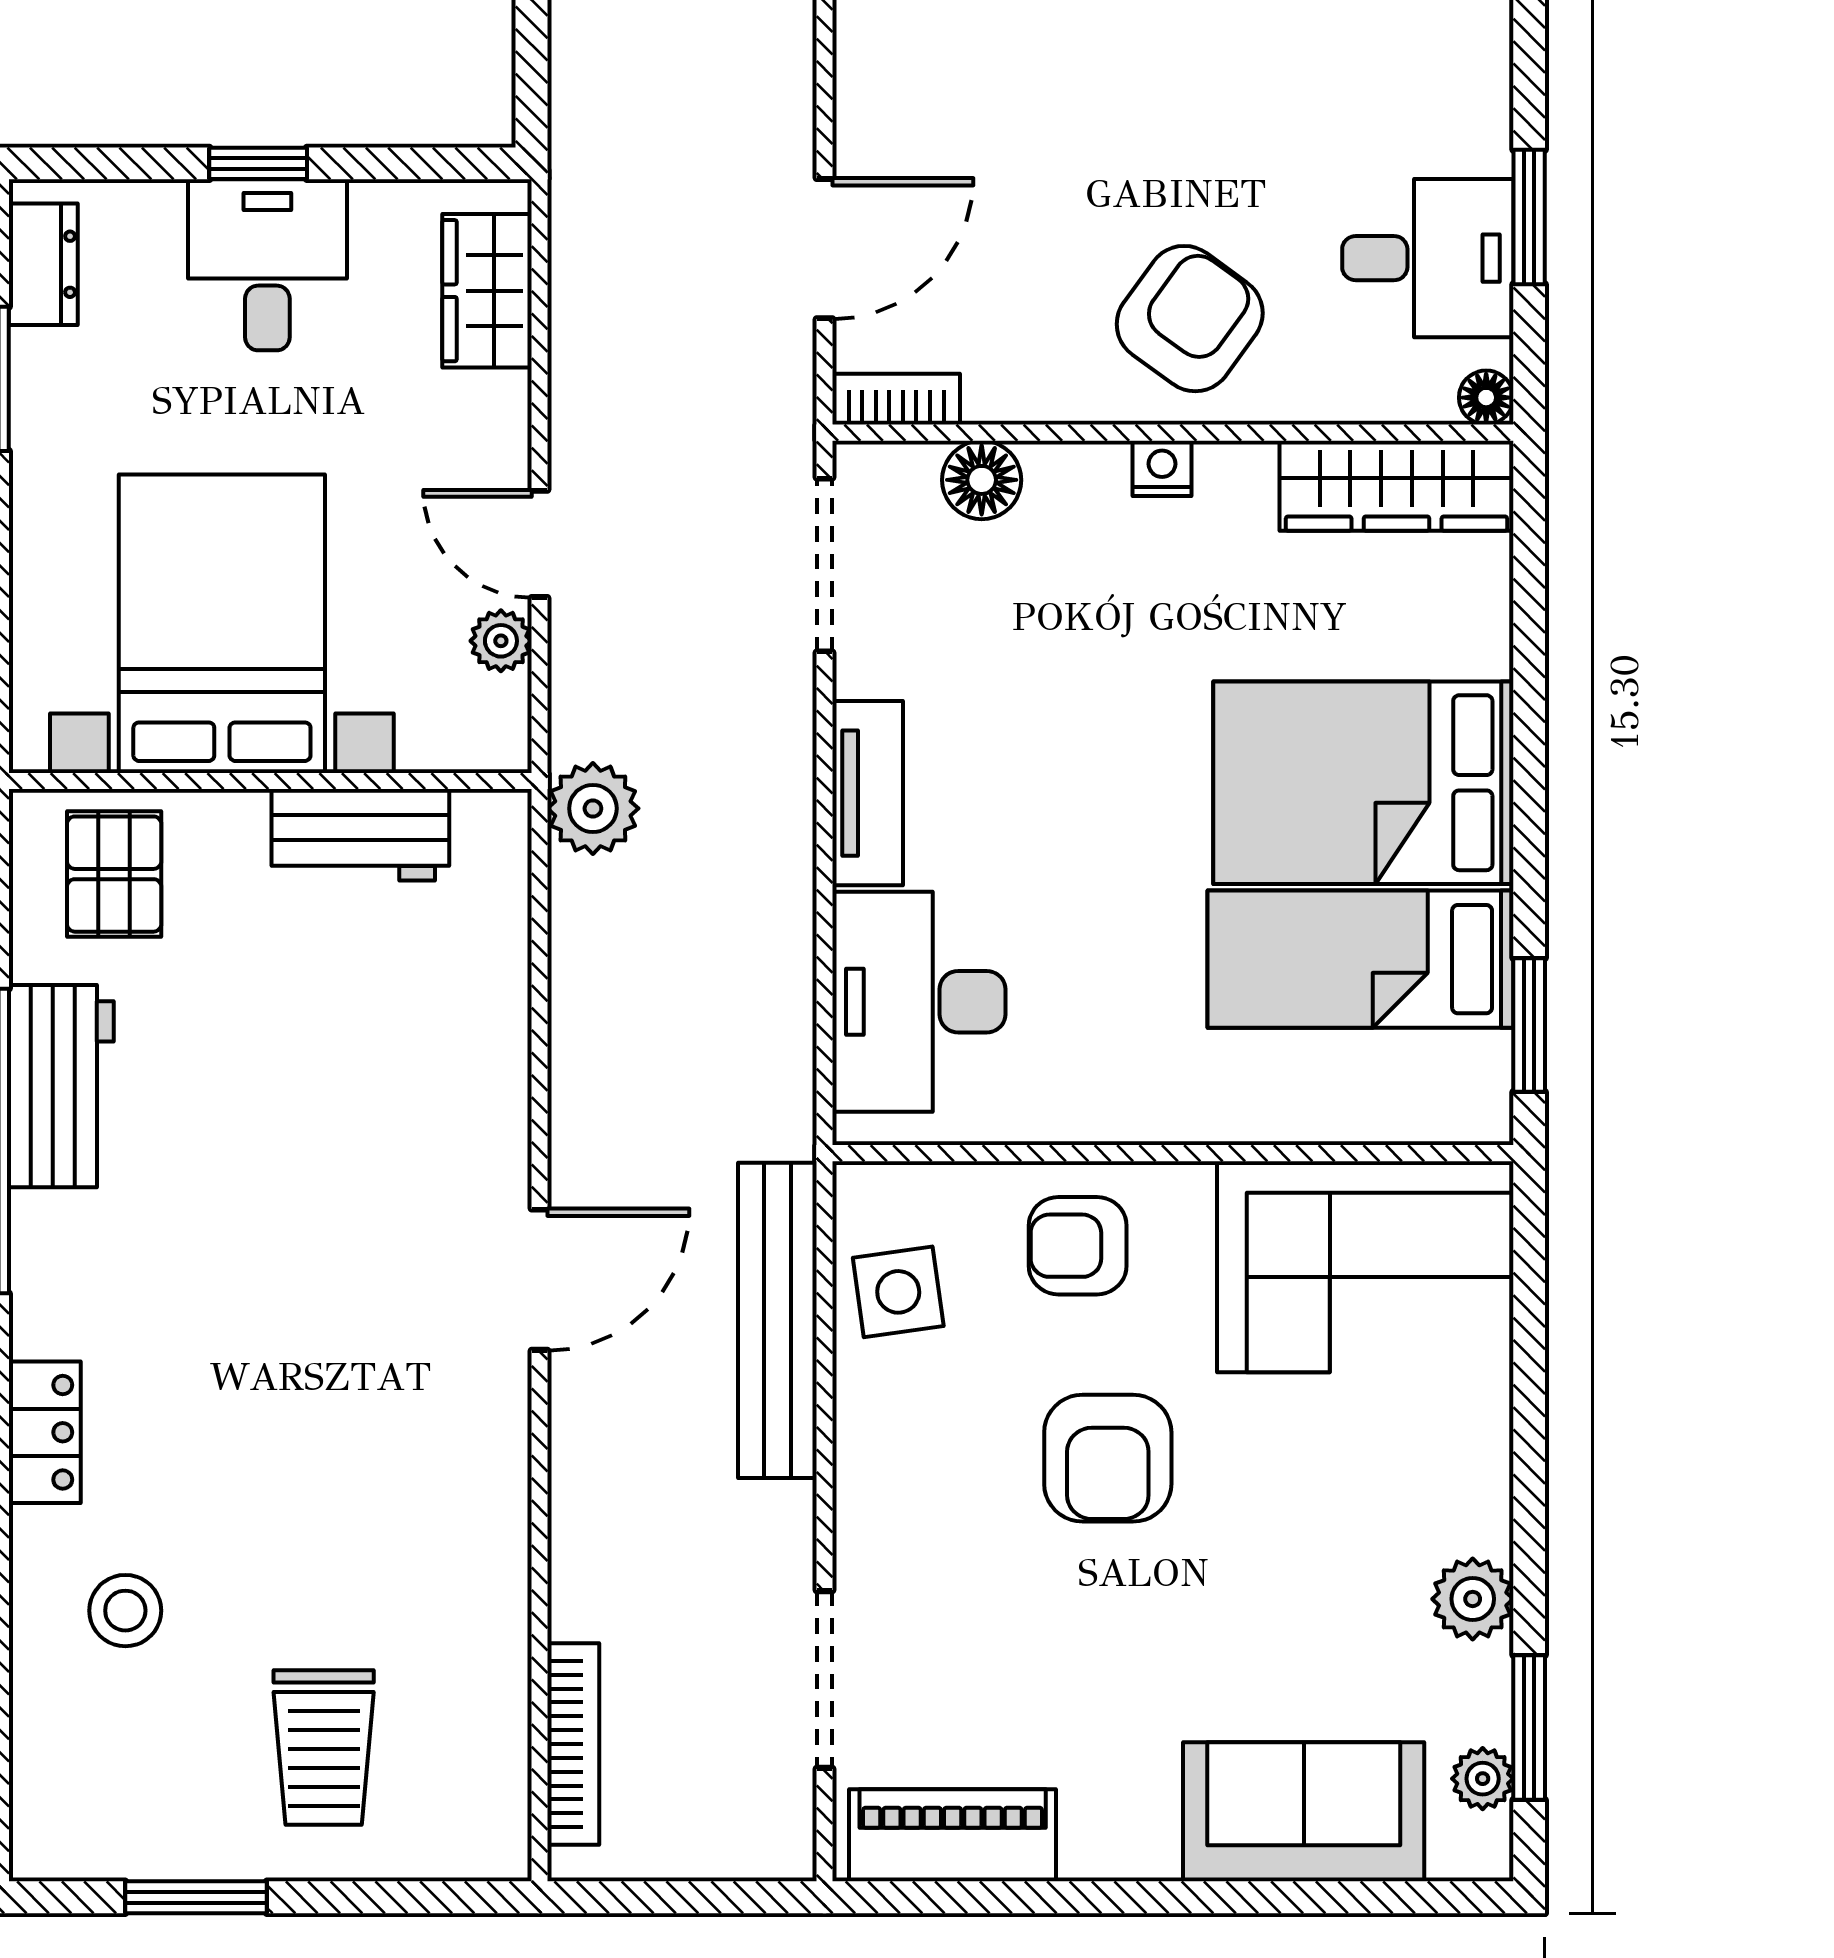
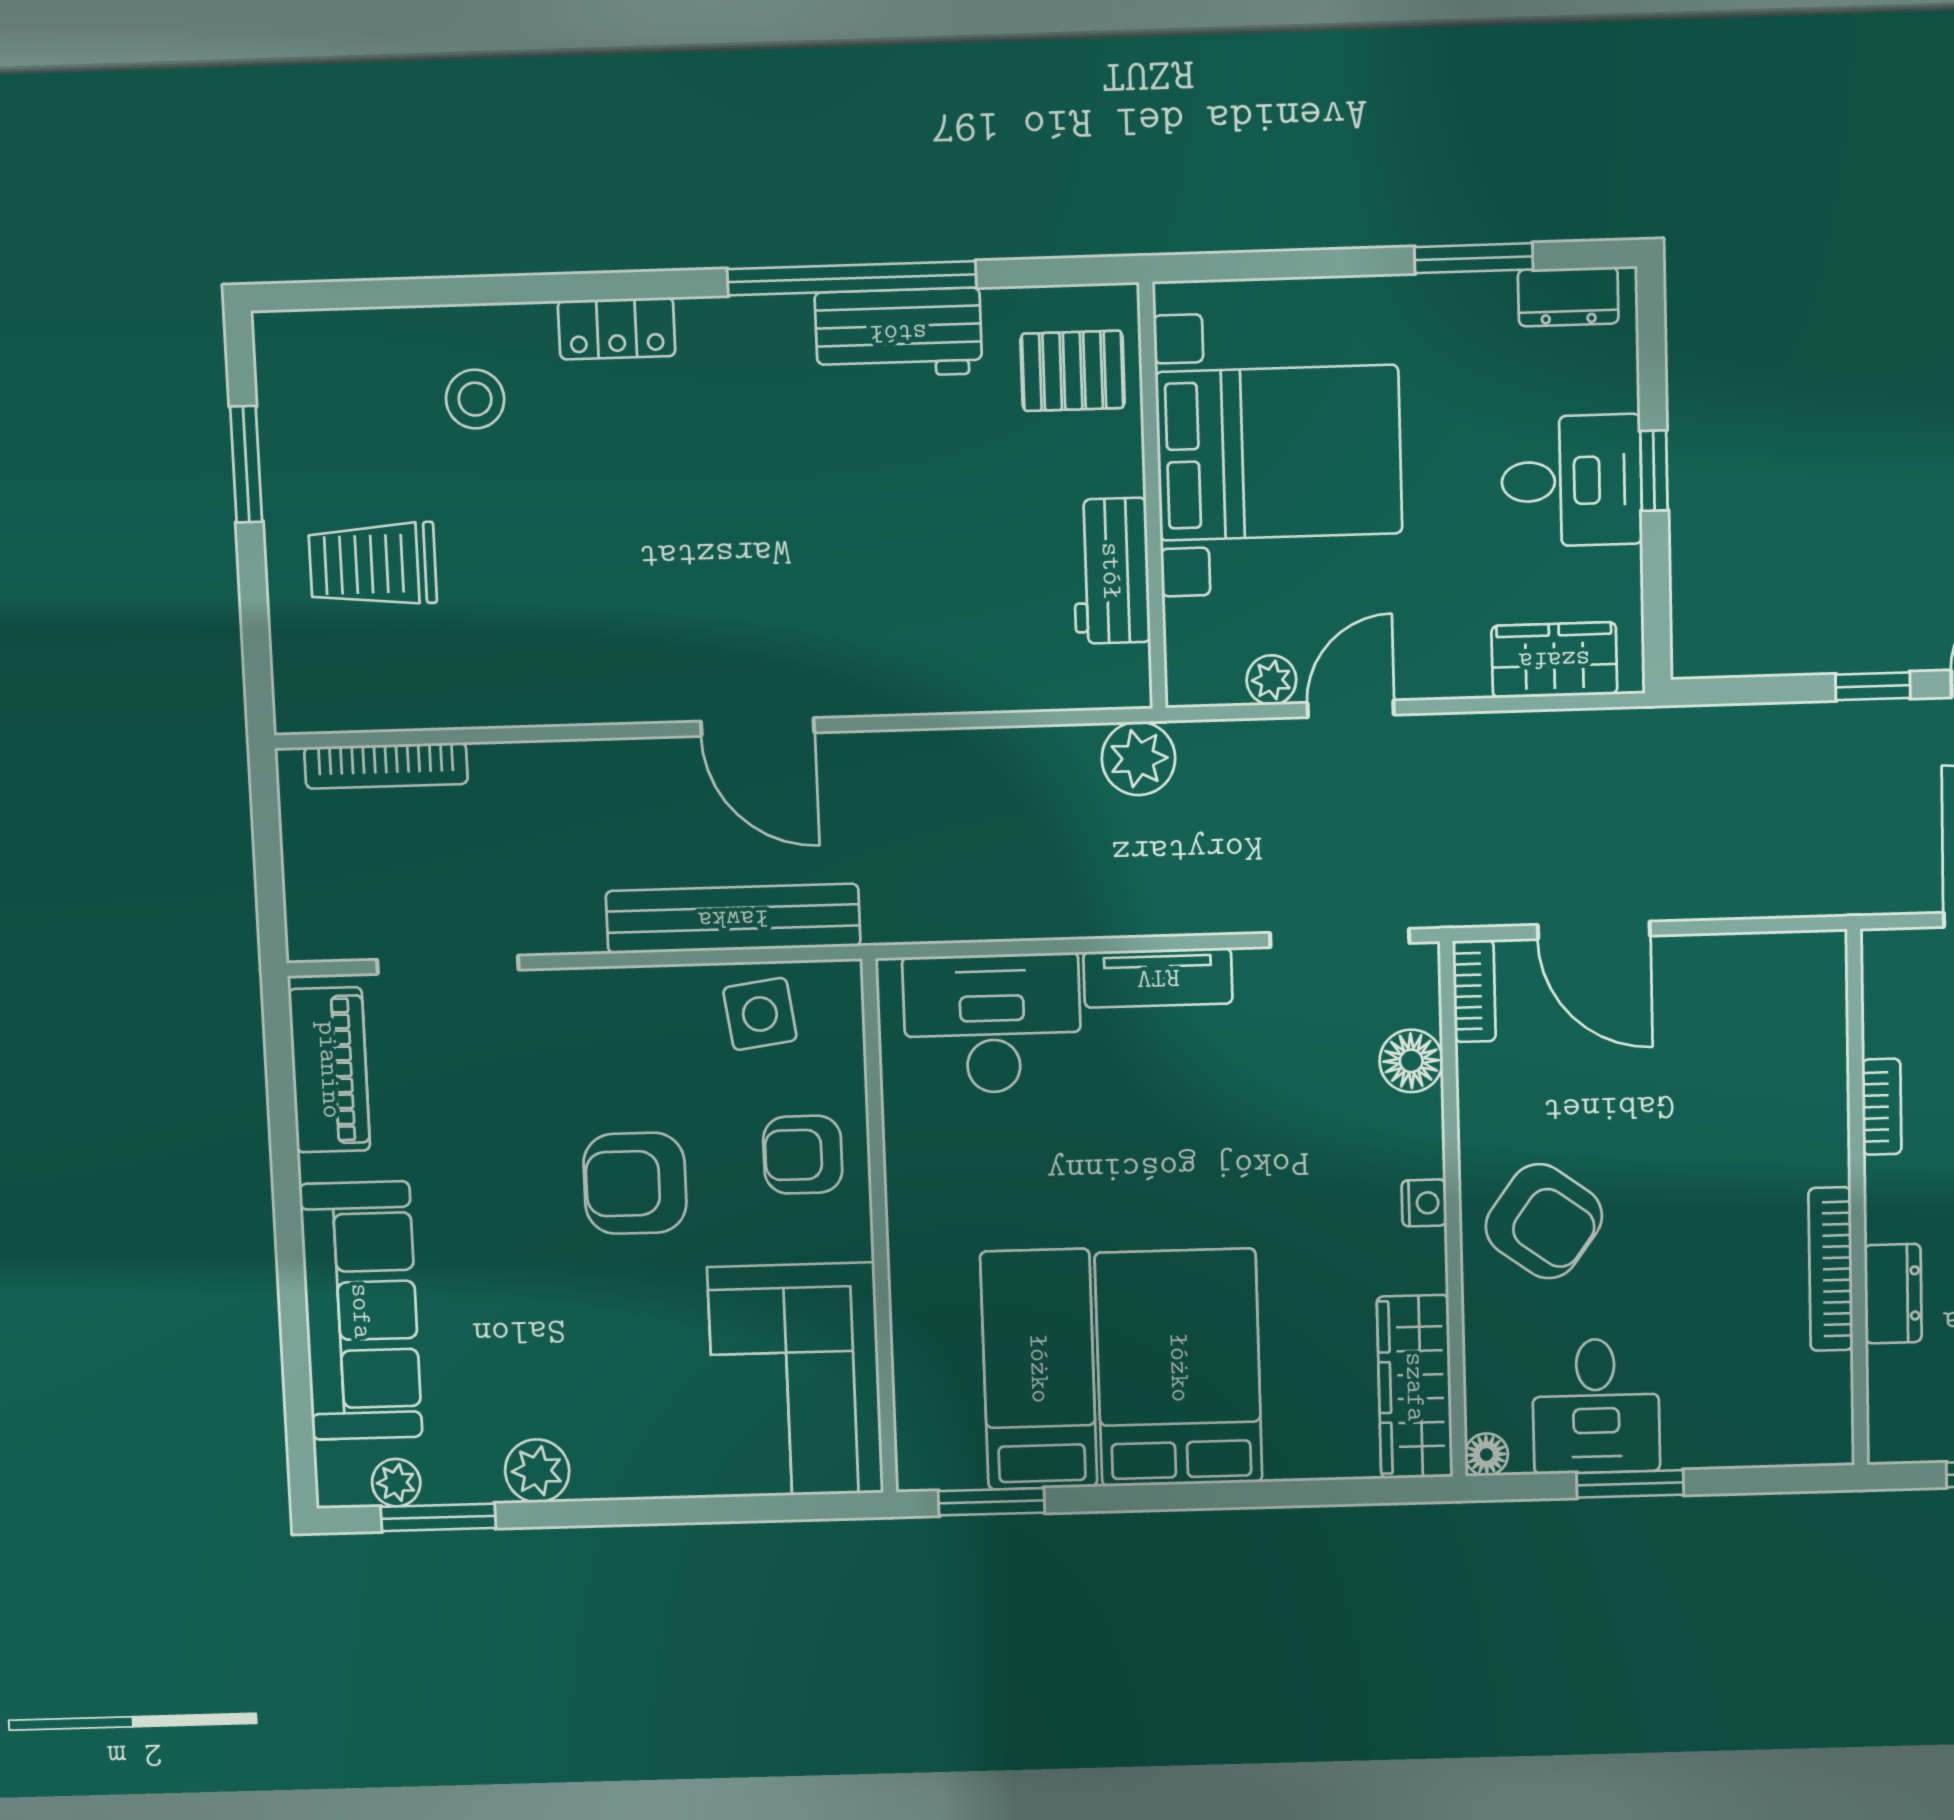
armchair: (1078, 1246) -> (803, 1155), turned -90
sofa: (1304, 1812) -> (361, 1311), width x1.36

